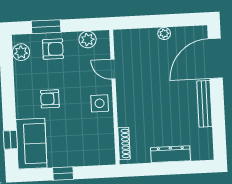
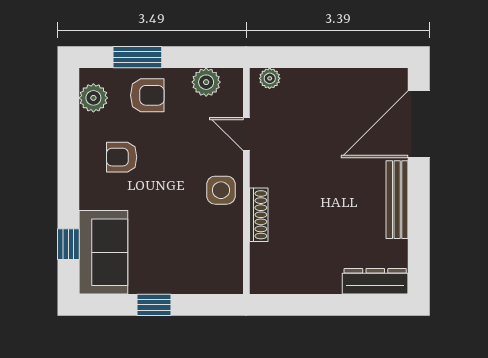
plant: (164, 34) -> (270, 78), moved
armchair: (50, 99) -> (122, 157), moved
shoe rack: (124, 144) -> (259, 215), moved
dresser: (171, 154) -> (375, 281), moved

